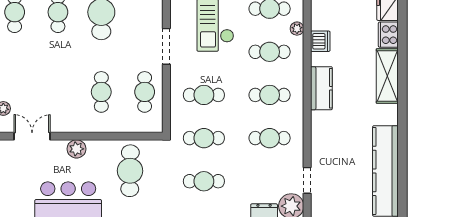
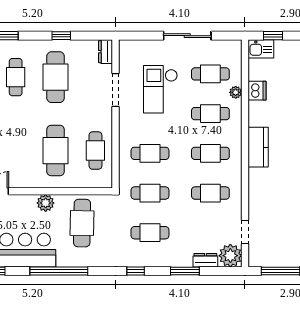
dishwasher: (320, 41) -> (257, 91), moved
doorway: (166, 46) -> (115, 90), moved
cafe table: (101, 92) -> (56, 151), width x1.37, depth x1.35
plant: (76, 149) -> (46, 203), moved

